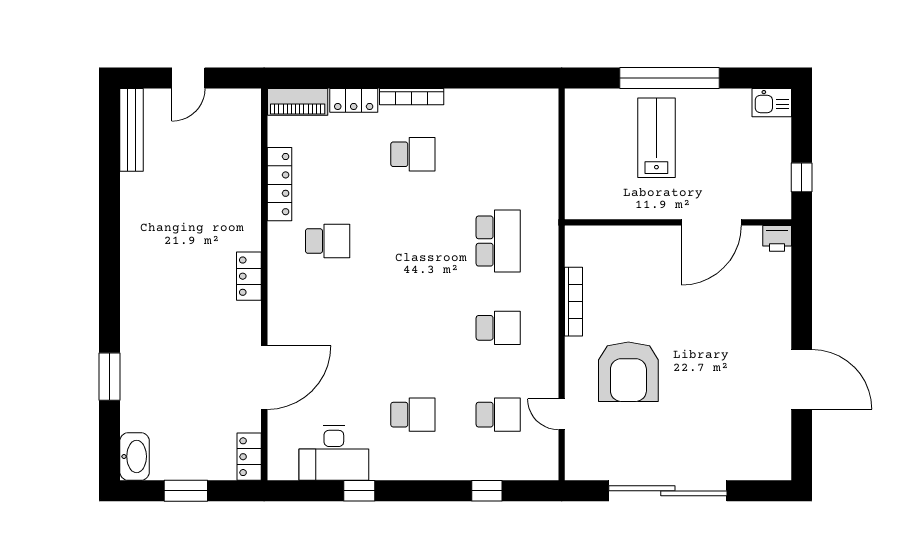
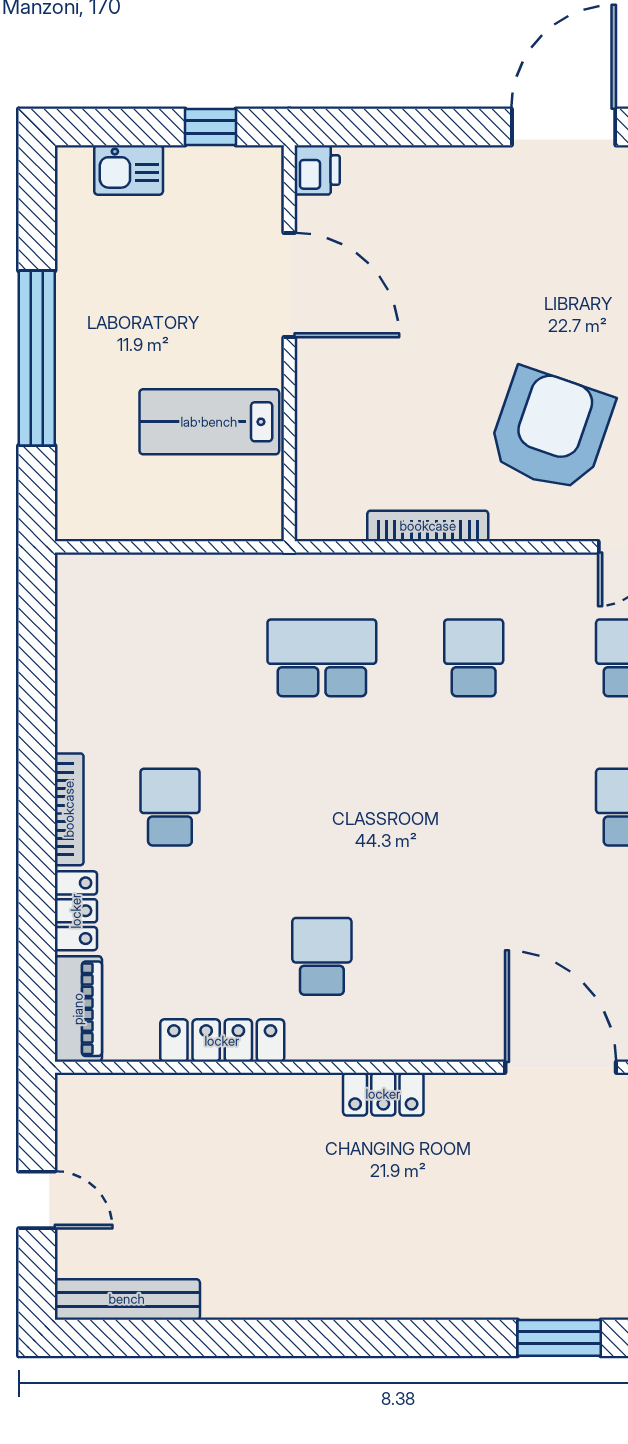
kitchen sink: (772, 103) -> (129, 170), moved, turned 90
lab bench: (656, 138) -> (209, 422), moved
armchair: (628, 372) -> (551, 430), turned -71

